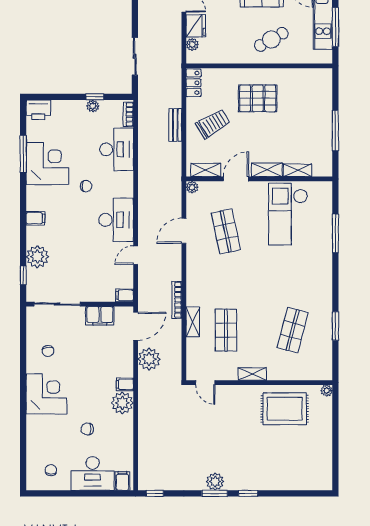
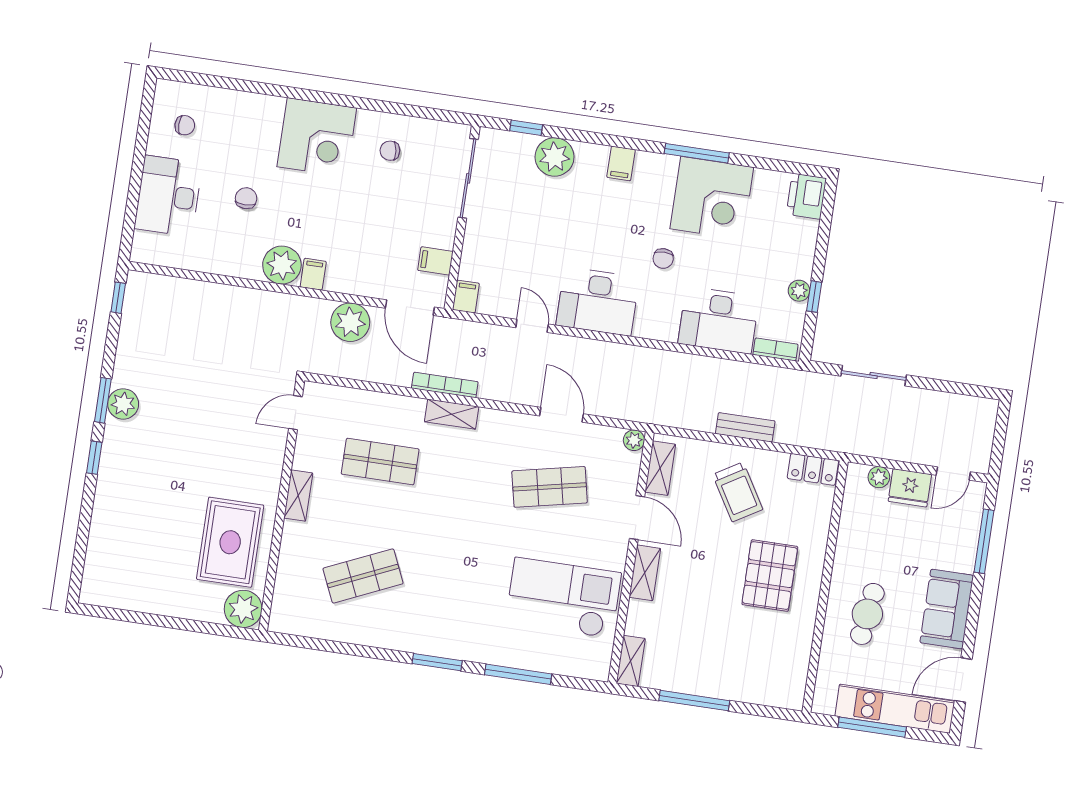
cafe table: (271, 39) -> (867, 614), turned 37
window: (23, 154) -> (697, 153), moved
shelving: (298, 170) -> (631, 661), moved
filing cabinet: (100, 316) -> (435, 261), width x0.50
shelving: (193, 322) -> (452, 414), moved
window: (335, 326) -> (437, 662), moved
shop shelf: (293, 330) -> (363, 576), turned -39
plant: (327, 391) -> (243, 609), width x1.87, depth x1.87
filing cabinet: (122, 481) -> (148, 245), removed

